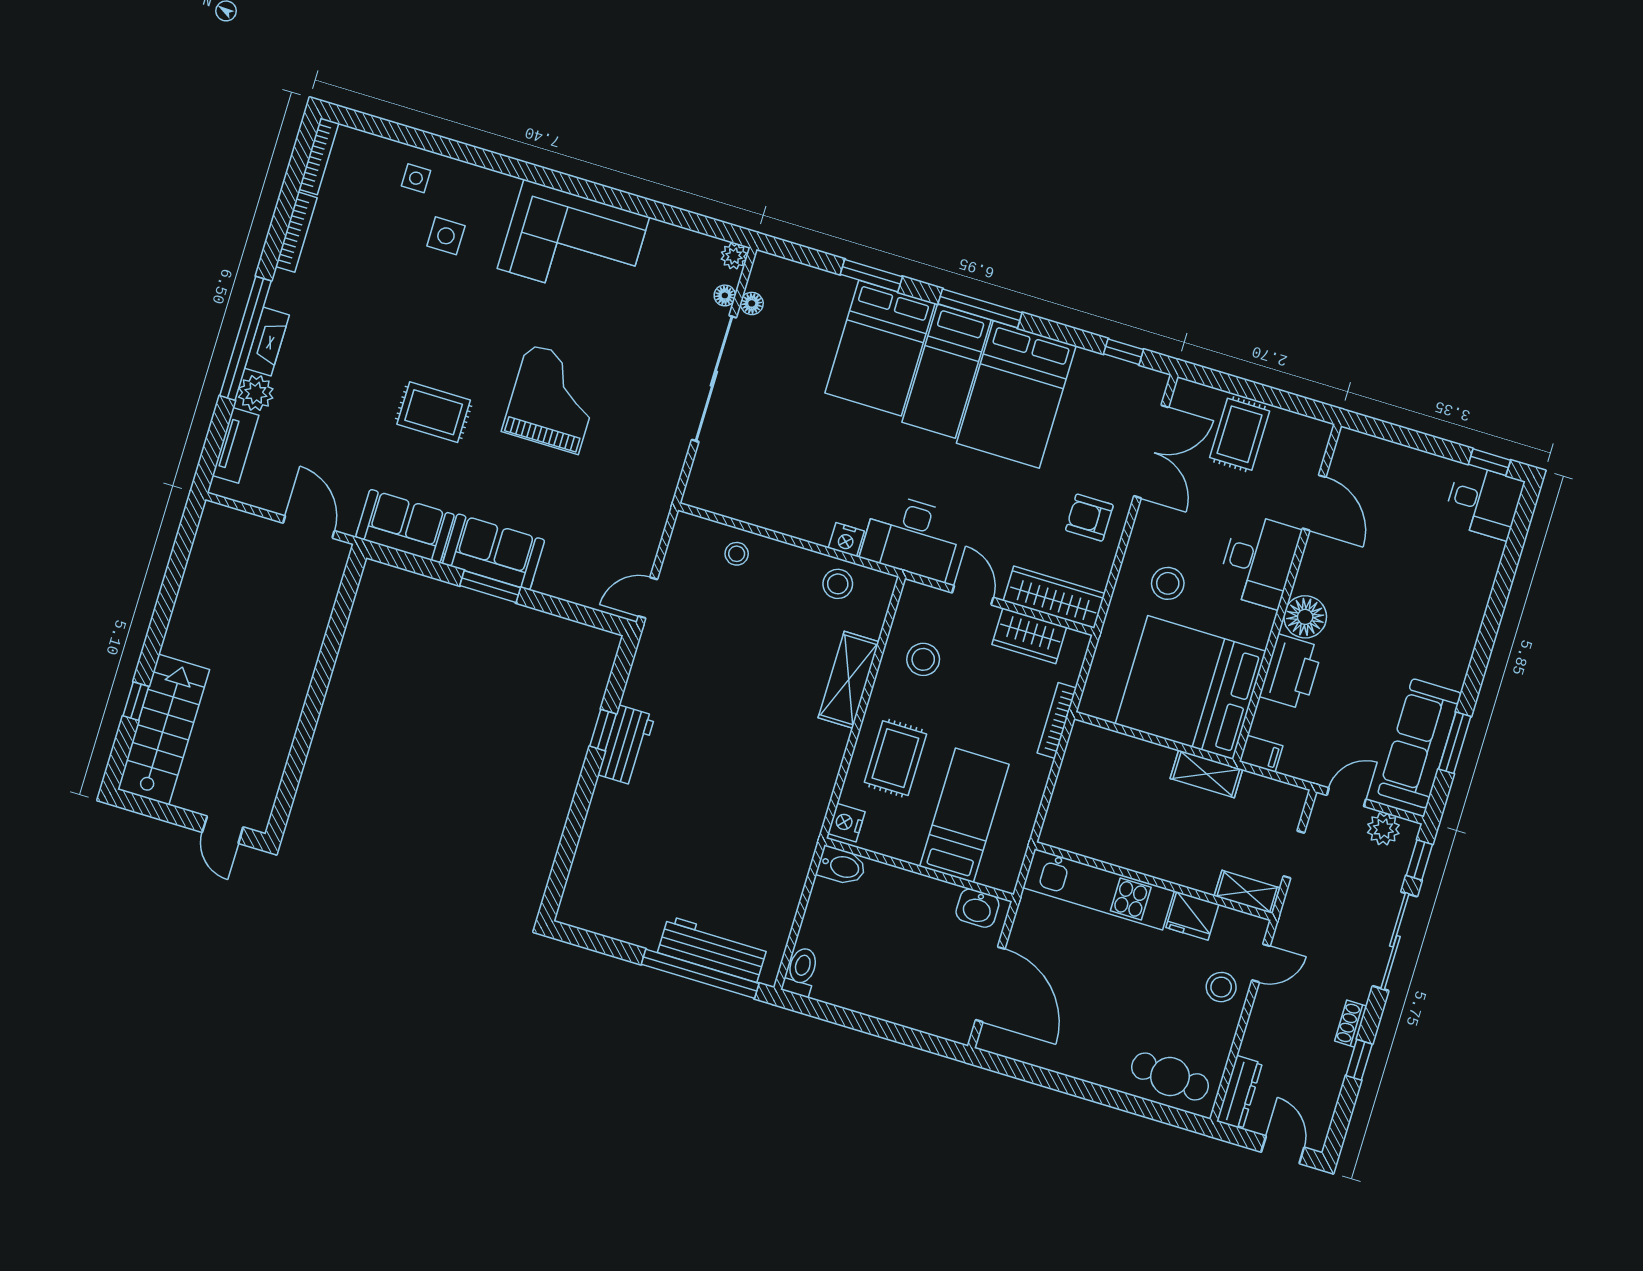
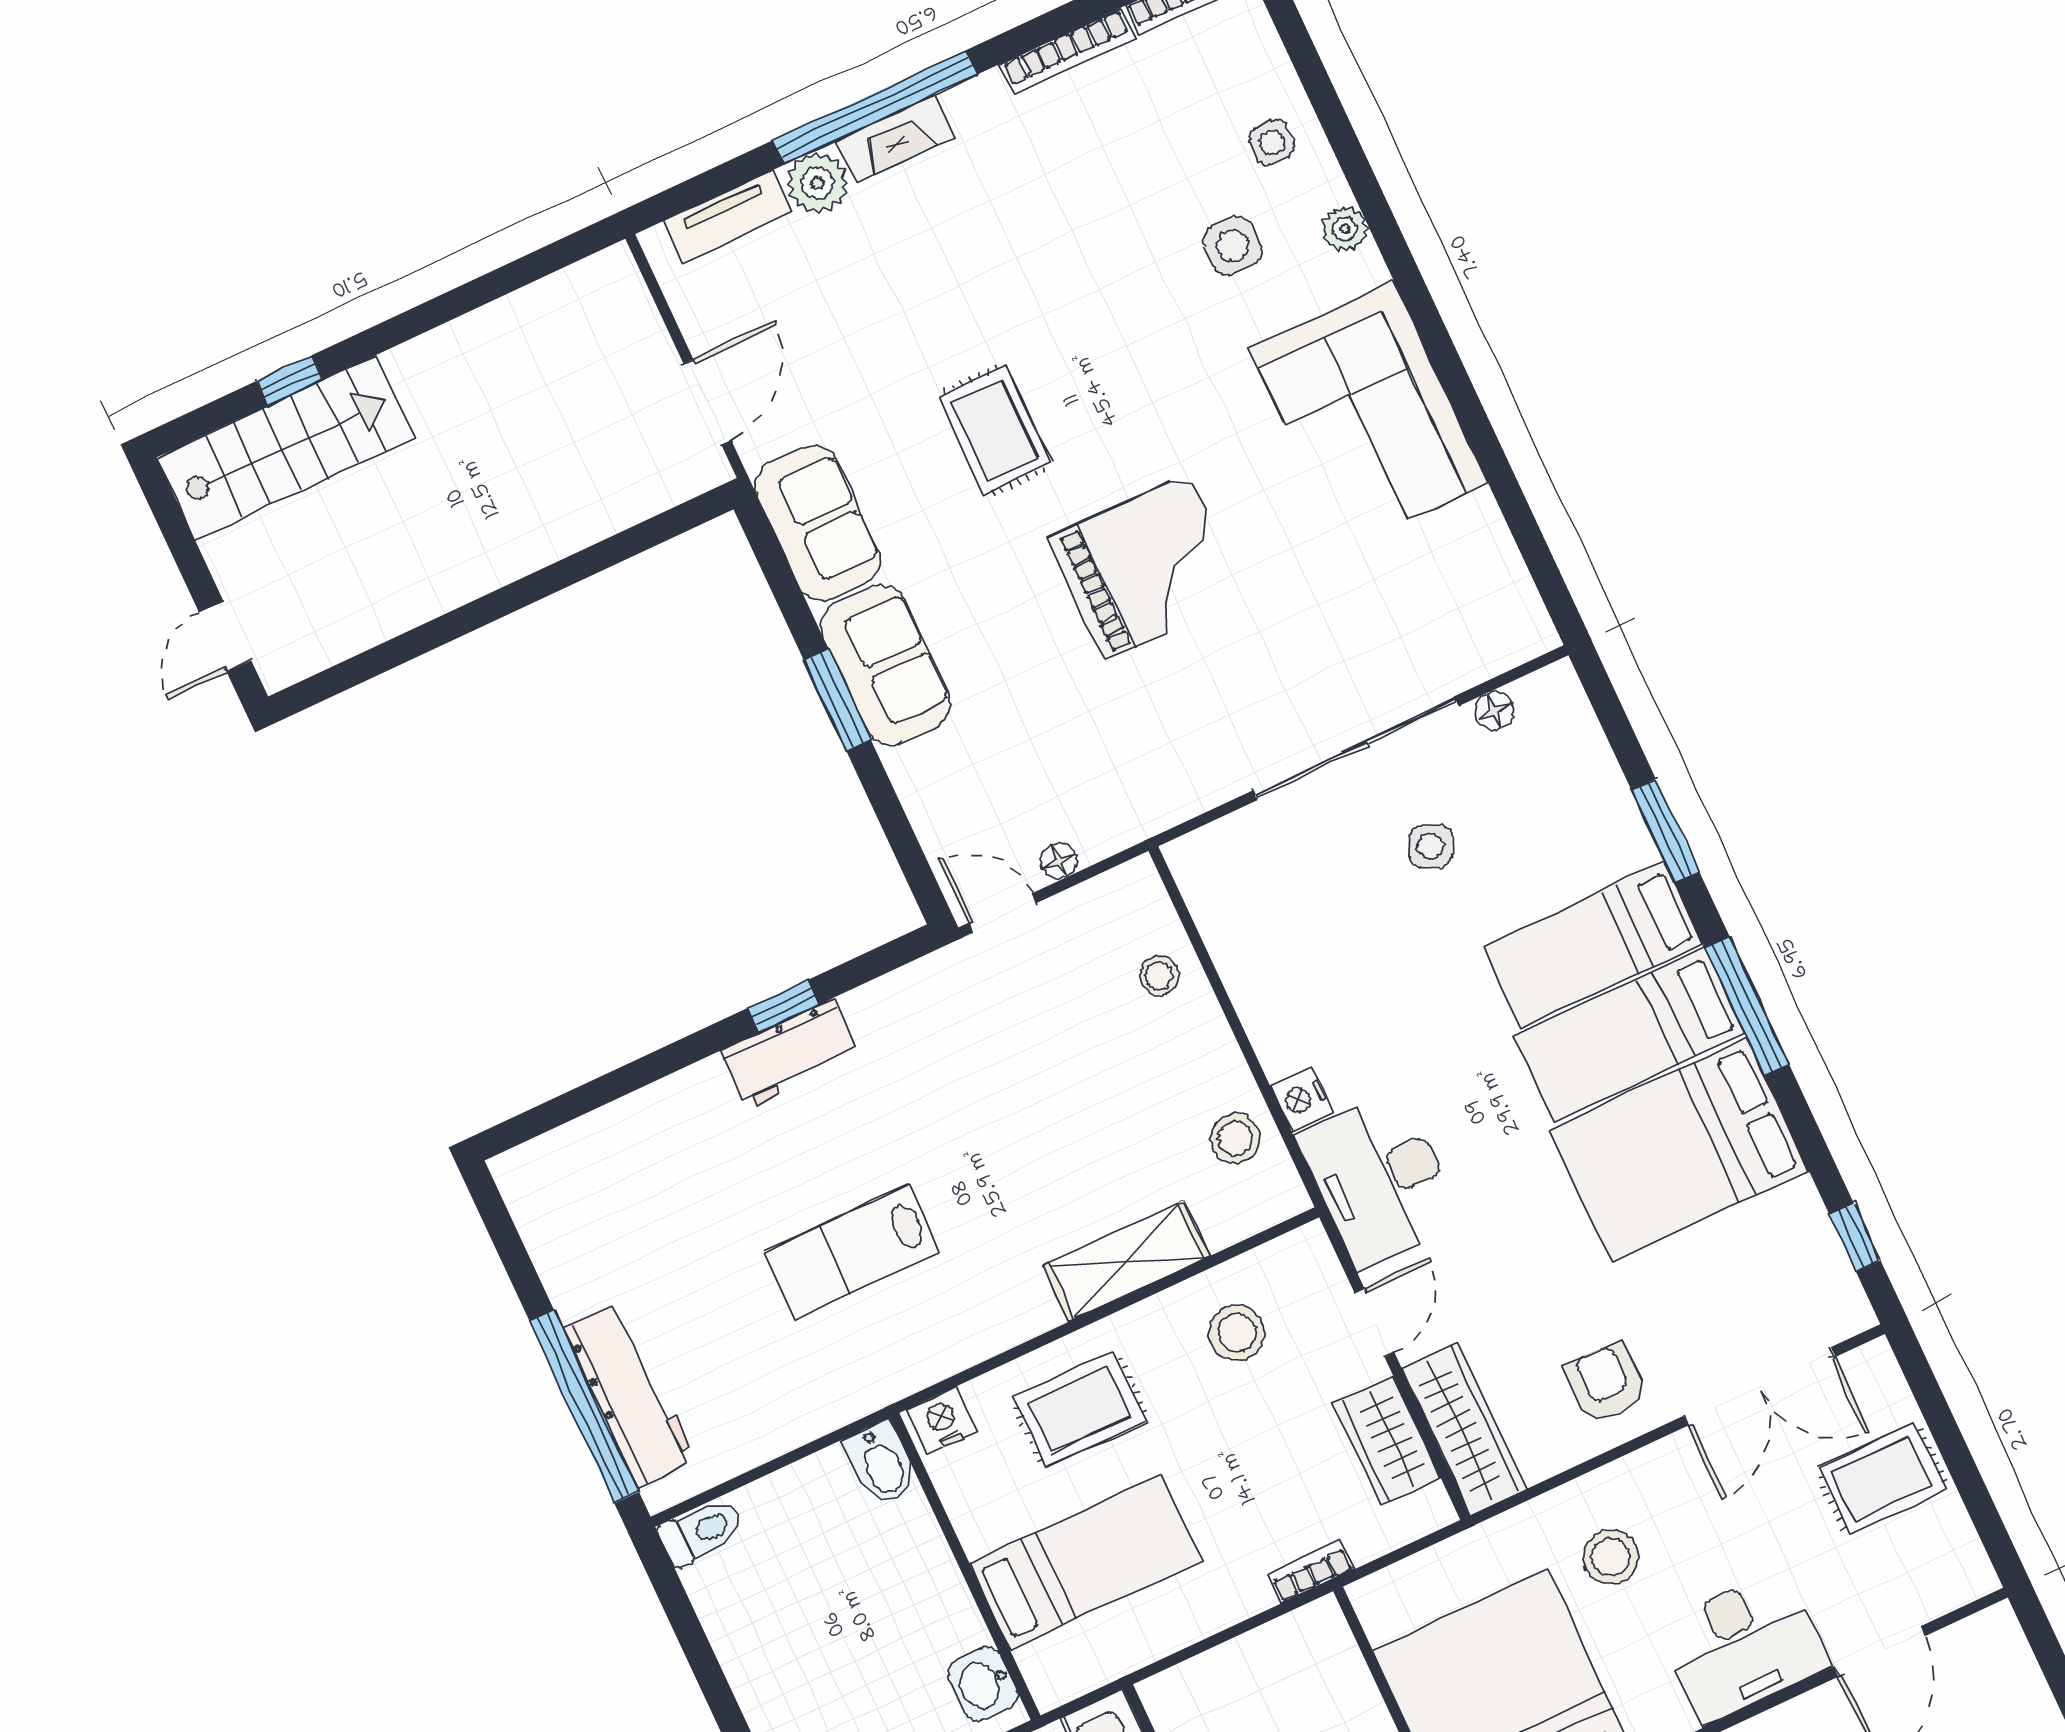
plant: (734, 256) -> (1345, 229), moved
floor lamp: (725, 295) -> (1059, 861), moved
bed: (880, 348) -> (1593, 945), width x0.67
side table: (786, 384) -> (1431, 846), added
bookcase: (1057, 721) -> (1311, 1572), width x0.64
lab bench: (737, 796) -> (852, 1252), added

